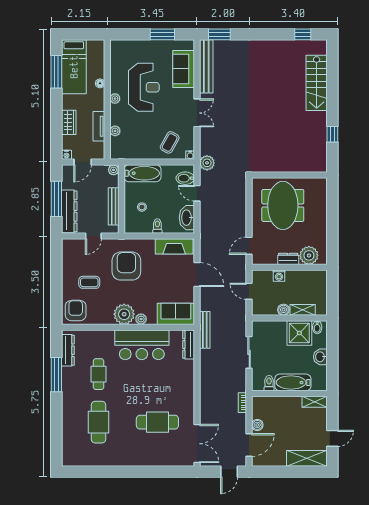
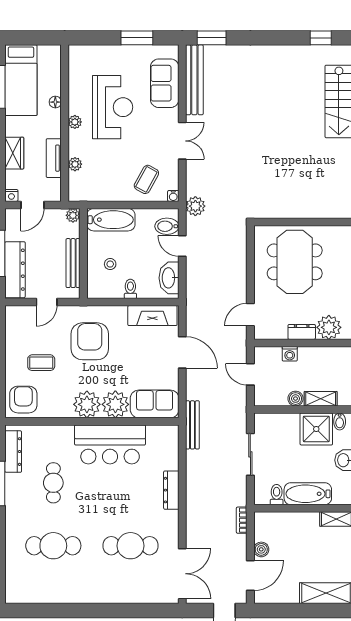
plant: (141, 319) -> (115, 404), width x1.87, depth x1.87
dresser: (189, 345) -> (171, 490), moved
cafe table: (99, 422) -> (53, 546), turned 90

